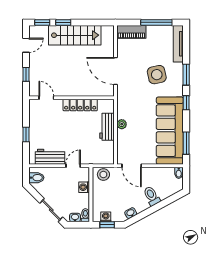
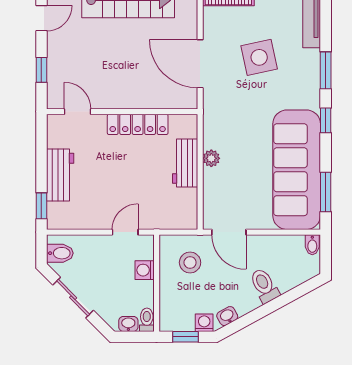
side table: (157, 75) -> (259, 57), moved
window: (26, 134) -> (41, 206), moved
workbench: (50, 157) -> (60, 175), moved, turned 90
stool: (103, 174) -> (190, 263), moved
sliding door: (51, 210) -> (73, 298), moved
washing machine: (106, 217) -> (204, 323), moved

